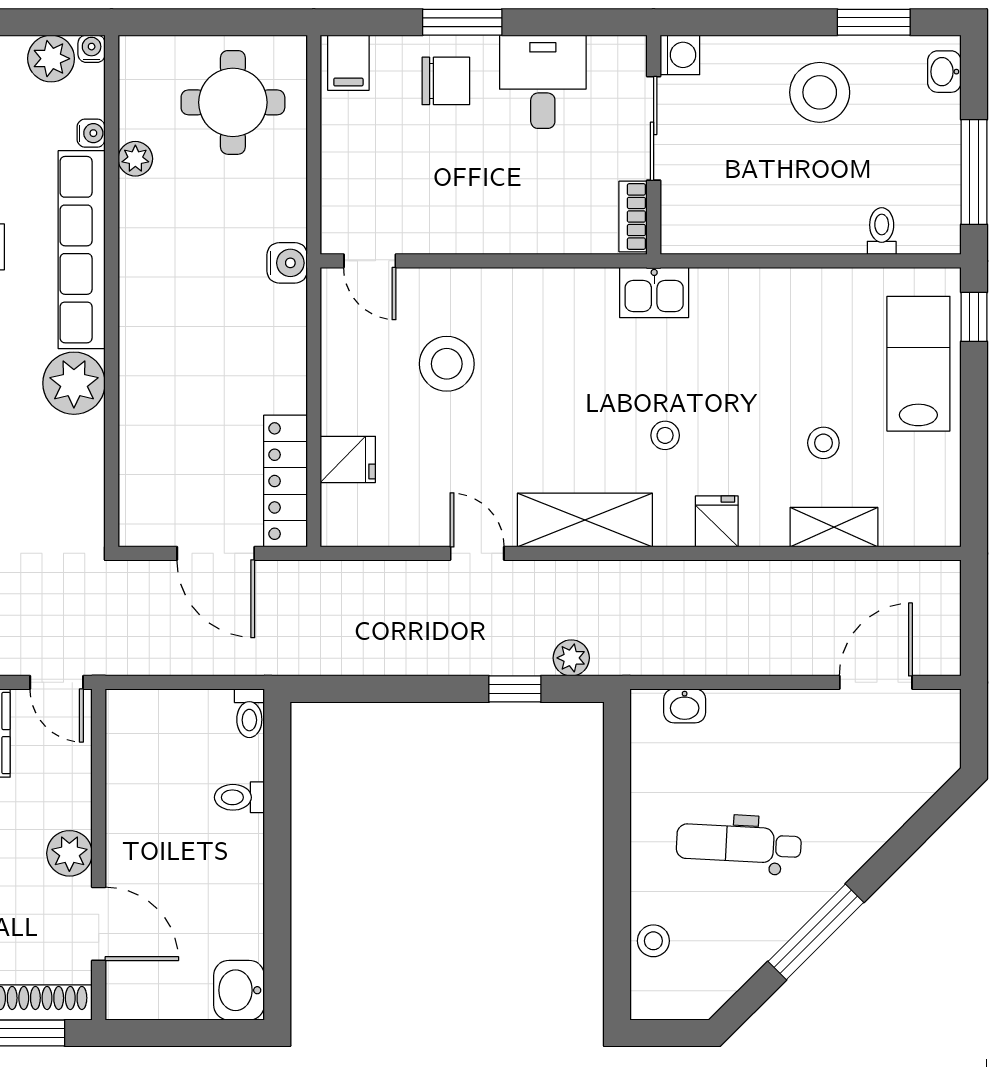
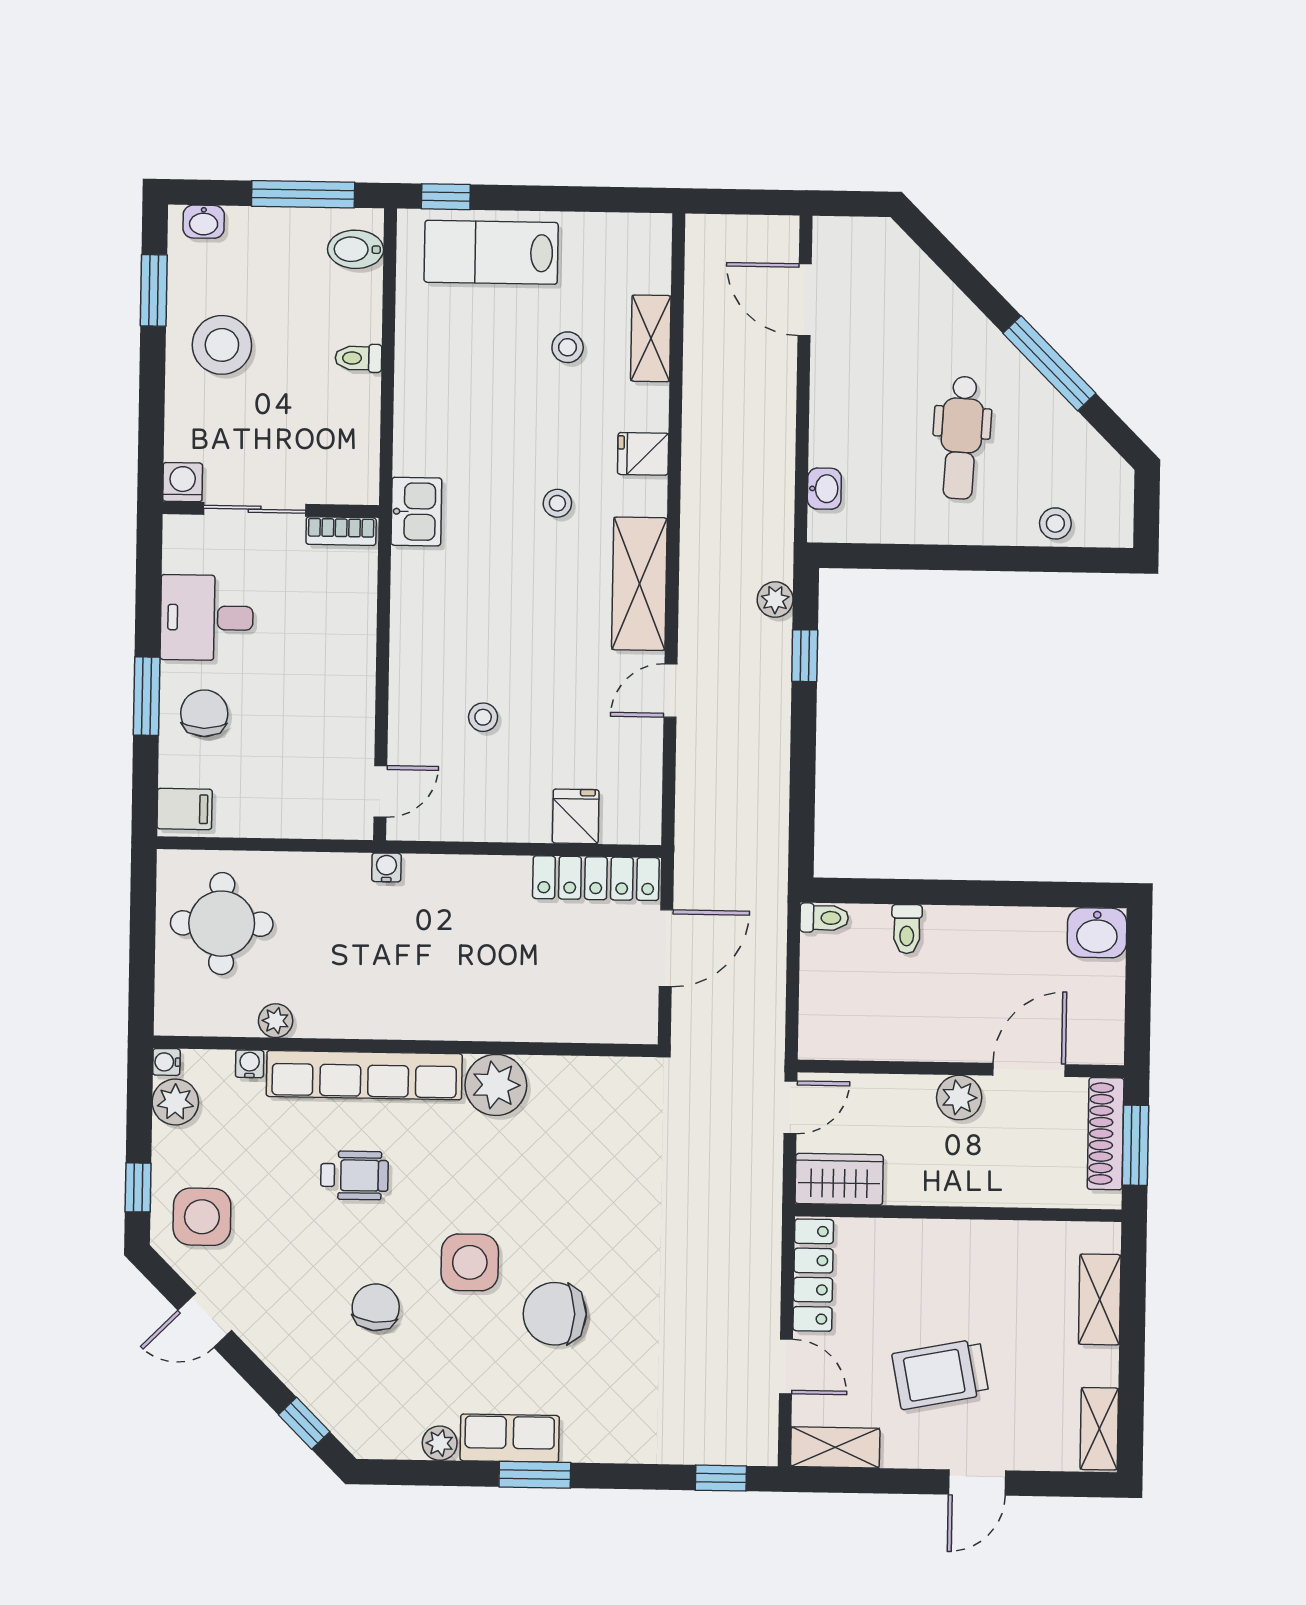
bidet: (919, 226) -> (356, 249), added
toilet: (882, 231) -> (358, 358), moved
water cooler: (287, 263) -> (386, 867), width x0.72, depth x0.72
stool: (447, 364) -> (483, 717), width x0.53, depth x0.53

